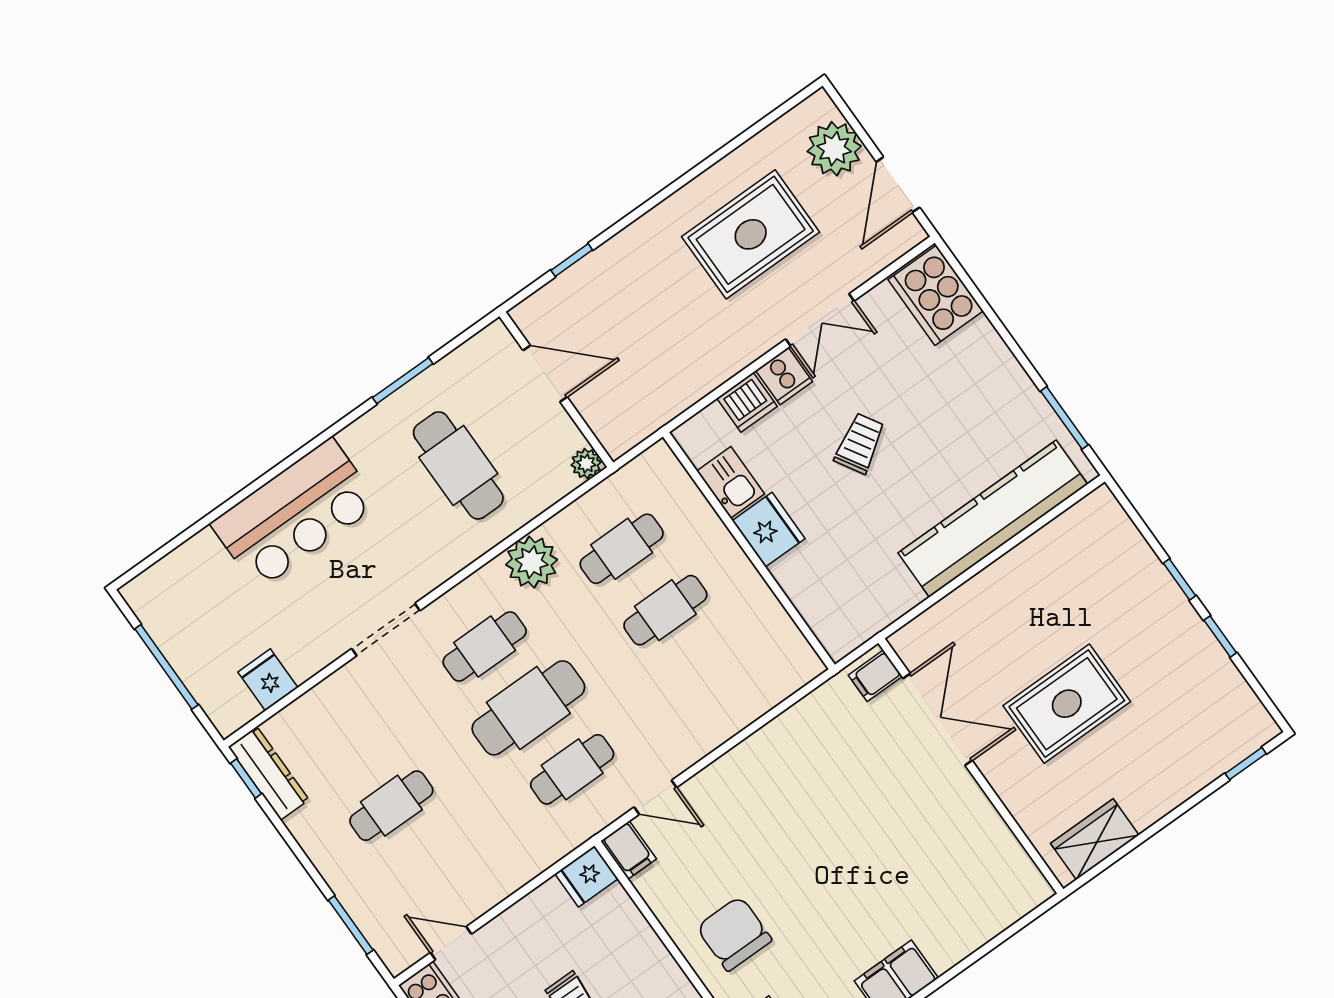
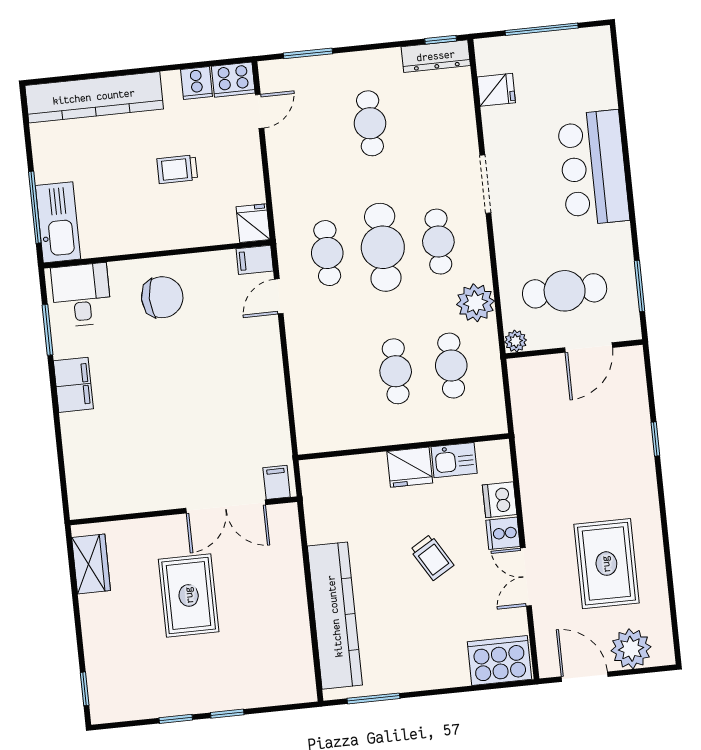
door: (545, 374) -> (589, 348), moved
wall: (556, 389) -> (574, 349), moved
plant: (586, 464) -> (516, 341), moved

